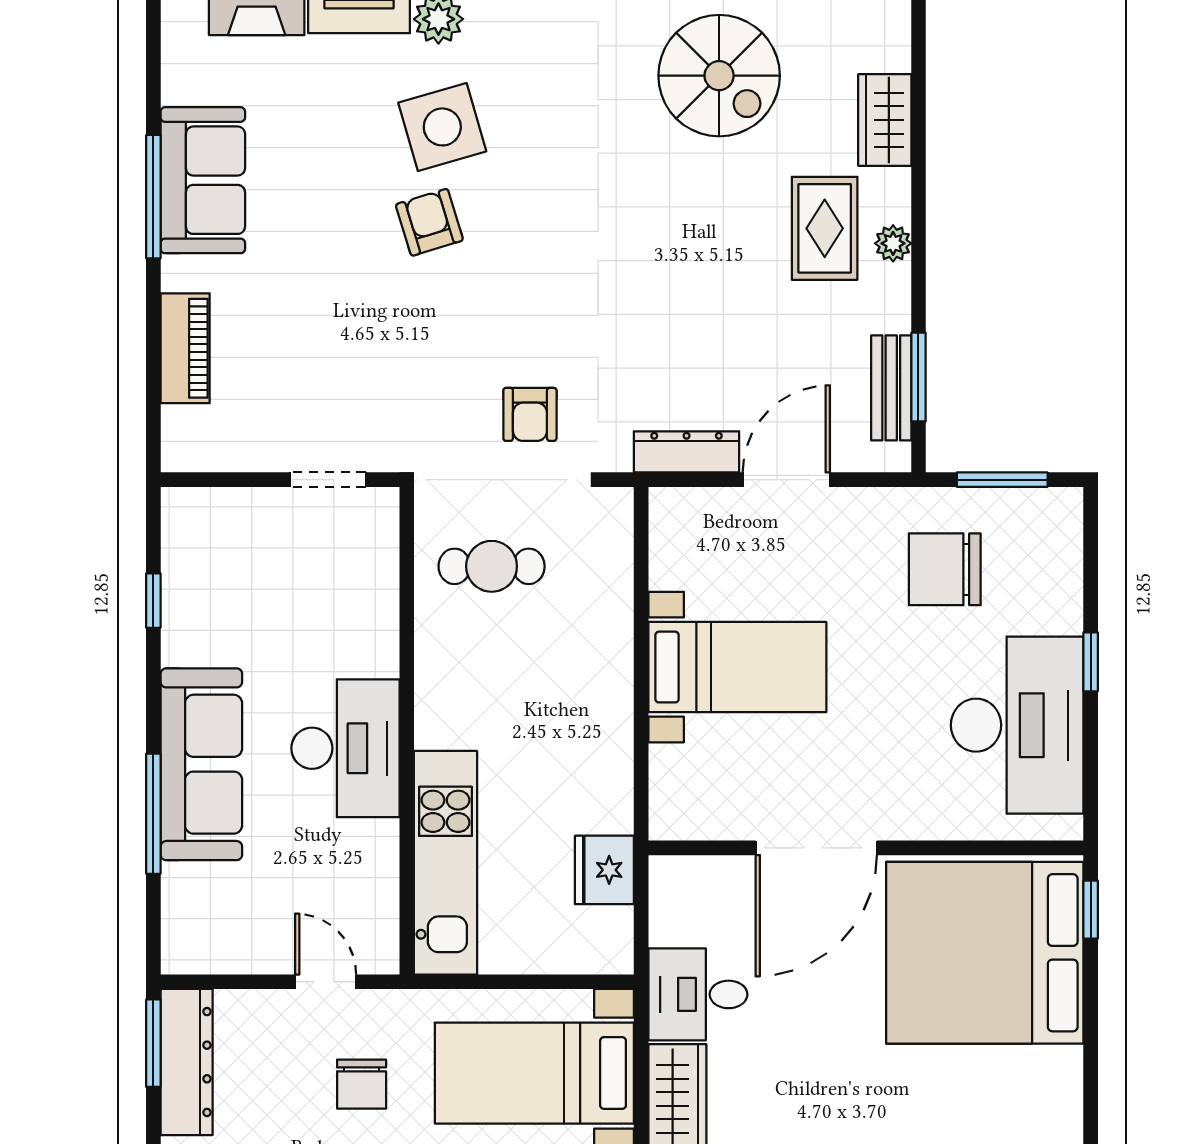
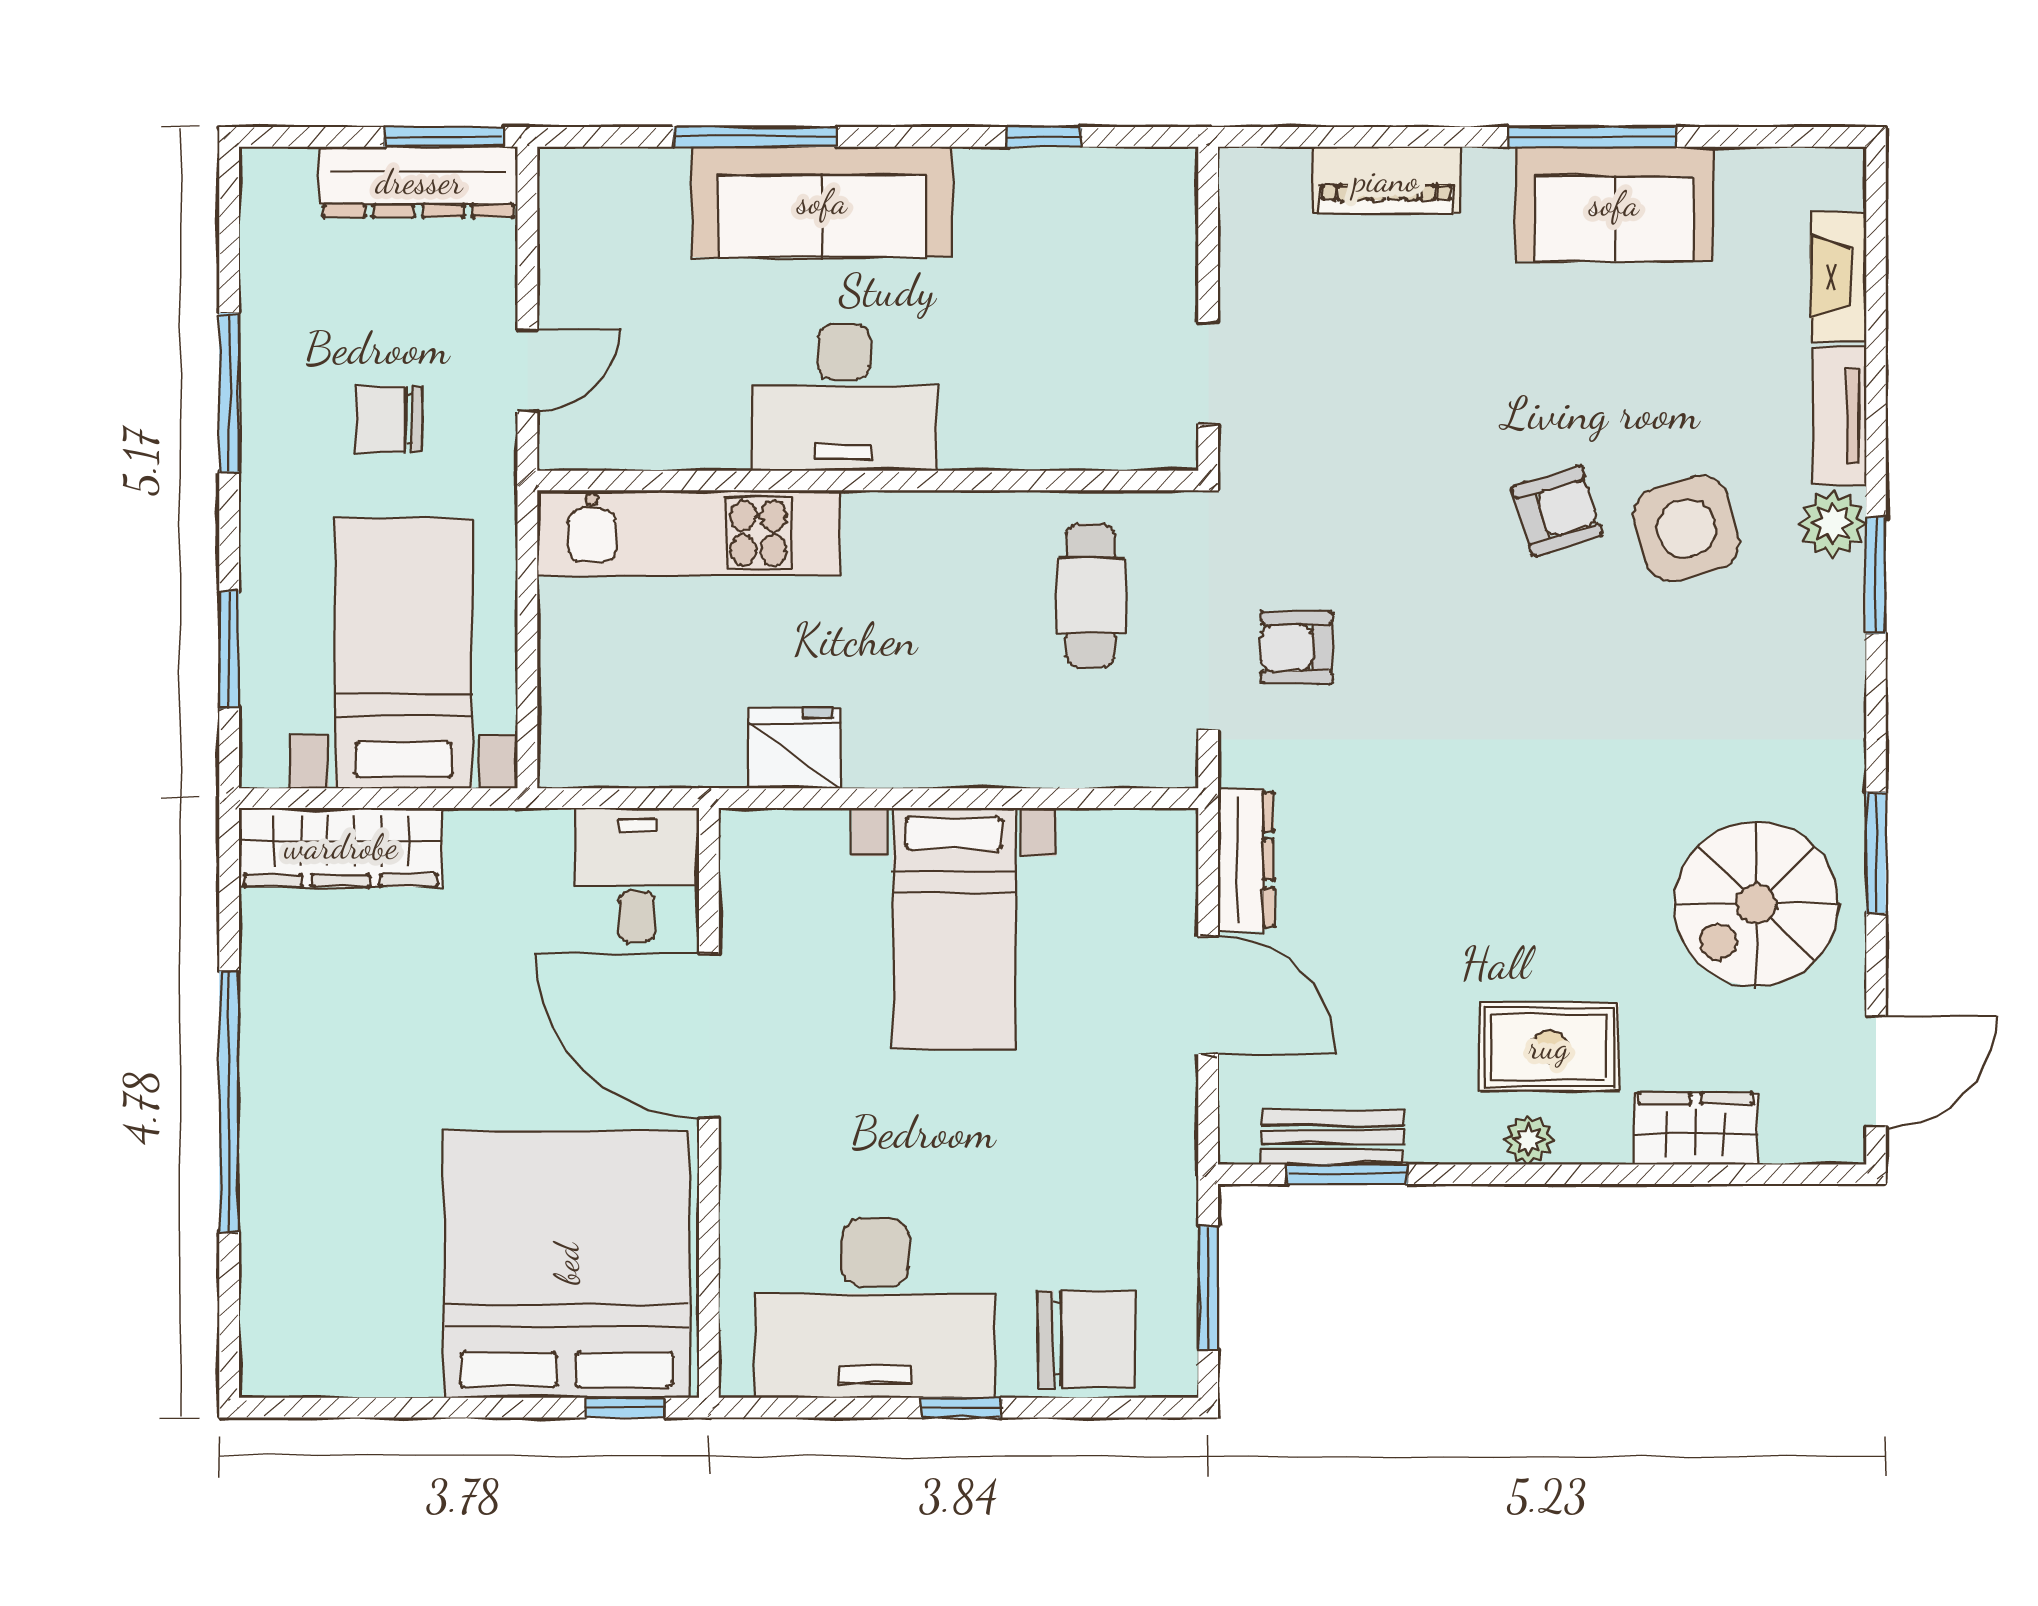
chair: (945, 569) -> (1086, 1339), moved, turned 90
fridge: (604, 870) -> (794, 748), moved
desk: (698, 994) -> (637, 875), moved

